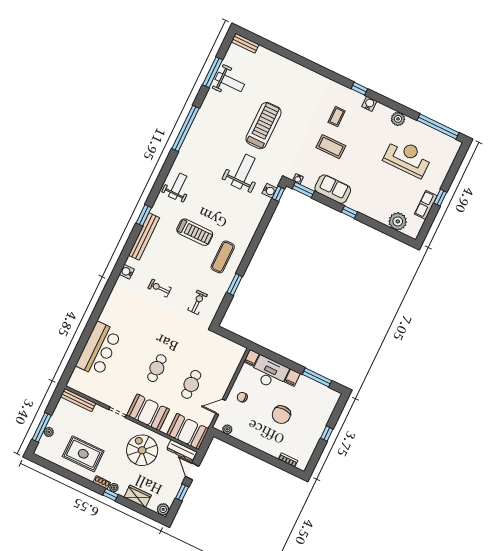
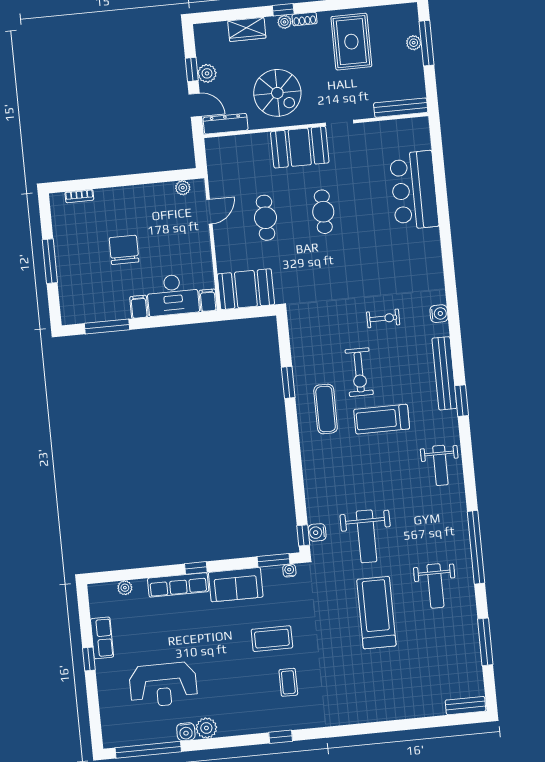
weight bench: (230, 82) -> (435, 586), moved, turned -90
water cooler: (369, 104) -> (186, 732), moved
treadmill: (264, 126) -> (376, 613), turned 180
row of seats: (365, 209) -> (178, 585), added
plant: (398, 221) -> (125, 588), width x0.53, depth x0.53
exercise bike: (198, 302) -> (359, 372), moved, width x1.38, depth x1.39
chair: (242, 397) -> (189, 242), removed
booth: (188, 432) -> (246, 289), moved
window: (327, 434) -> (50, 261), width x2.17
rug: (83, 454) -> (351, 42), turned 90
plant: (163, 509) -> (207, 73), moved

